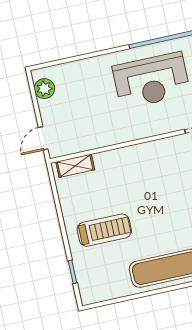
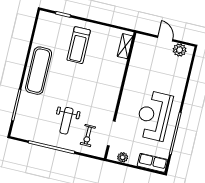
door: (43, 138) -> (165, 39), moved

